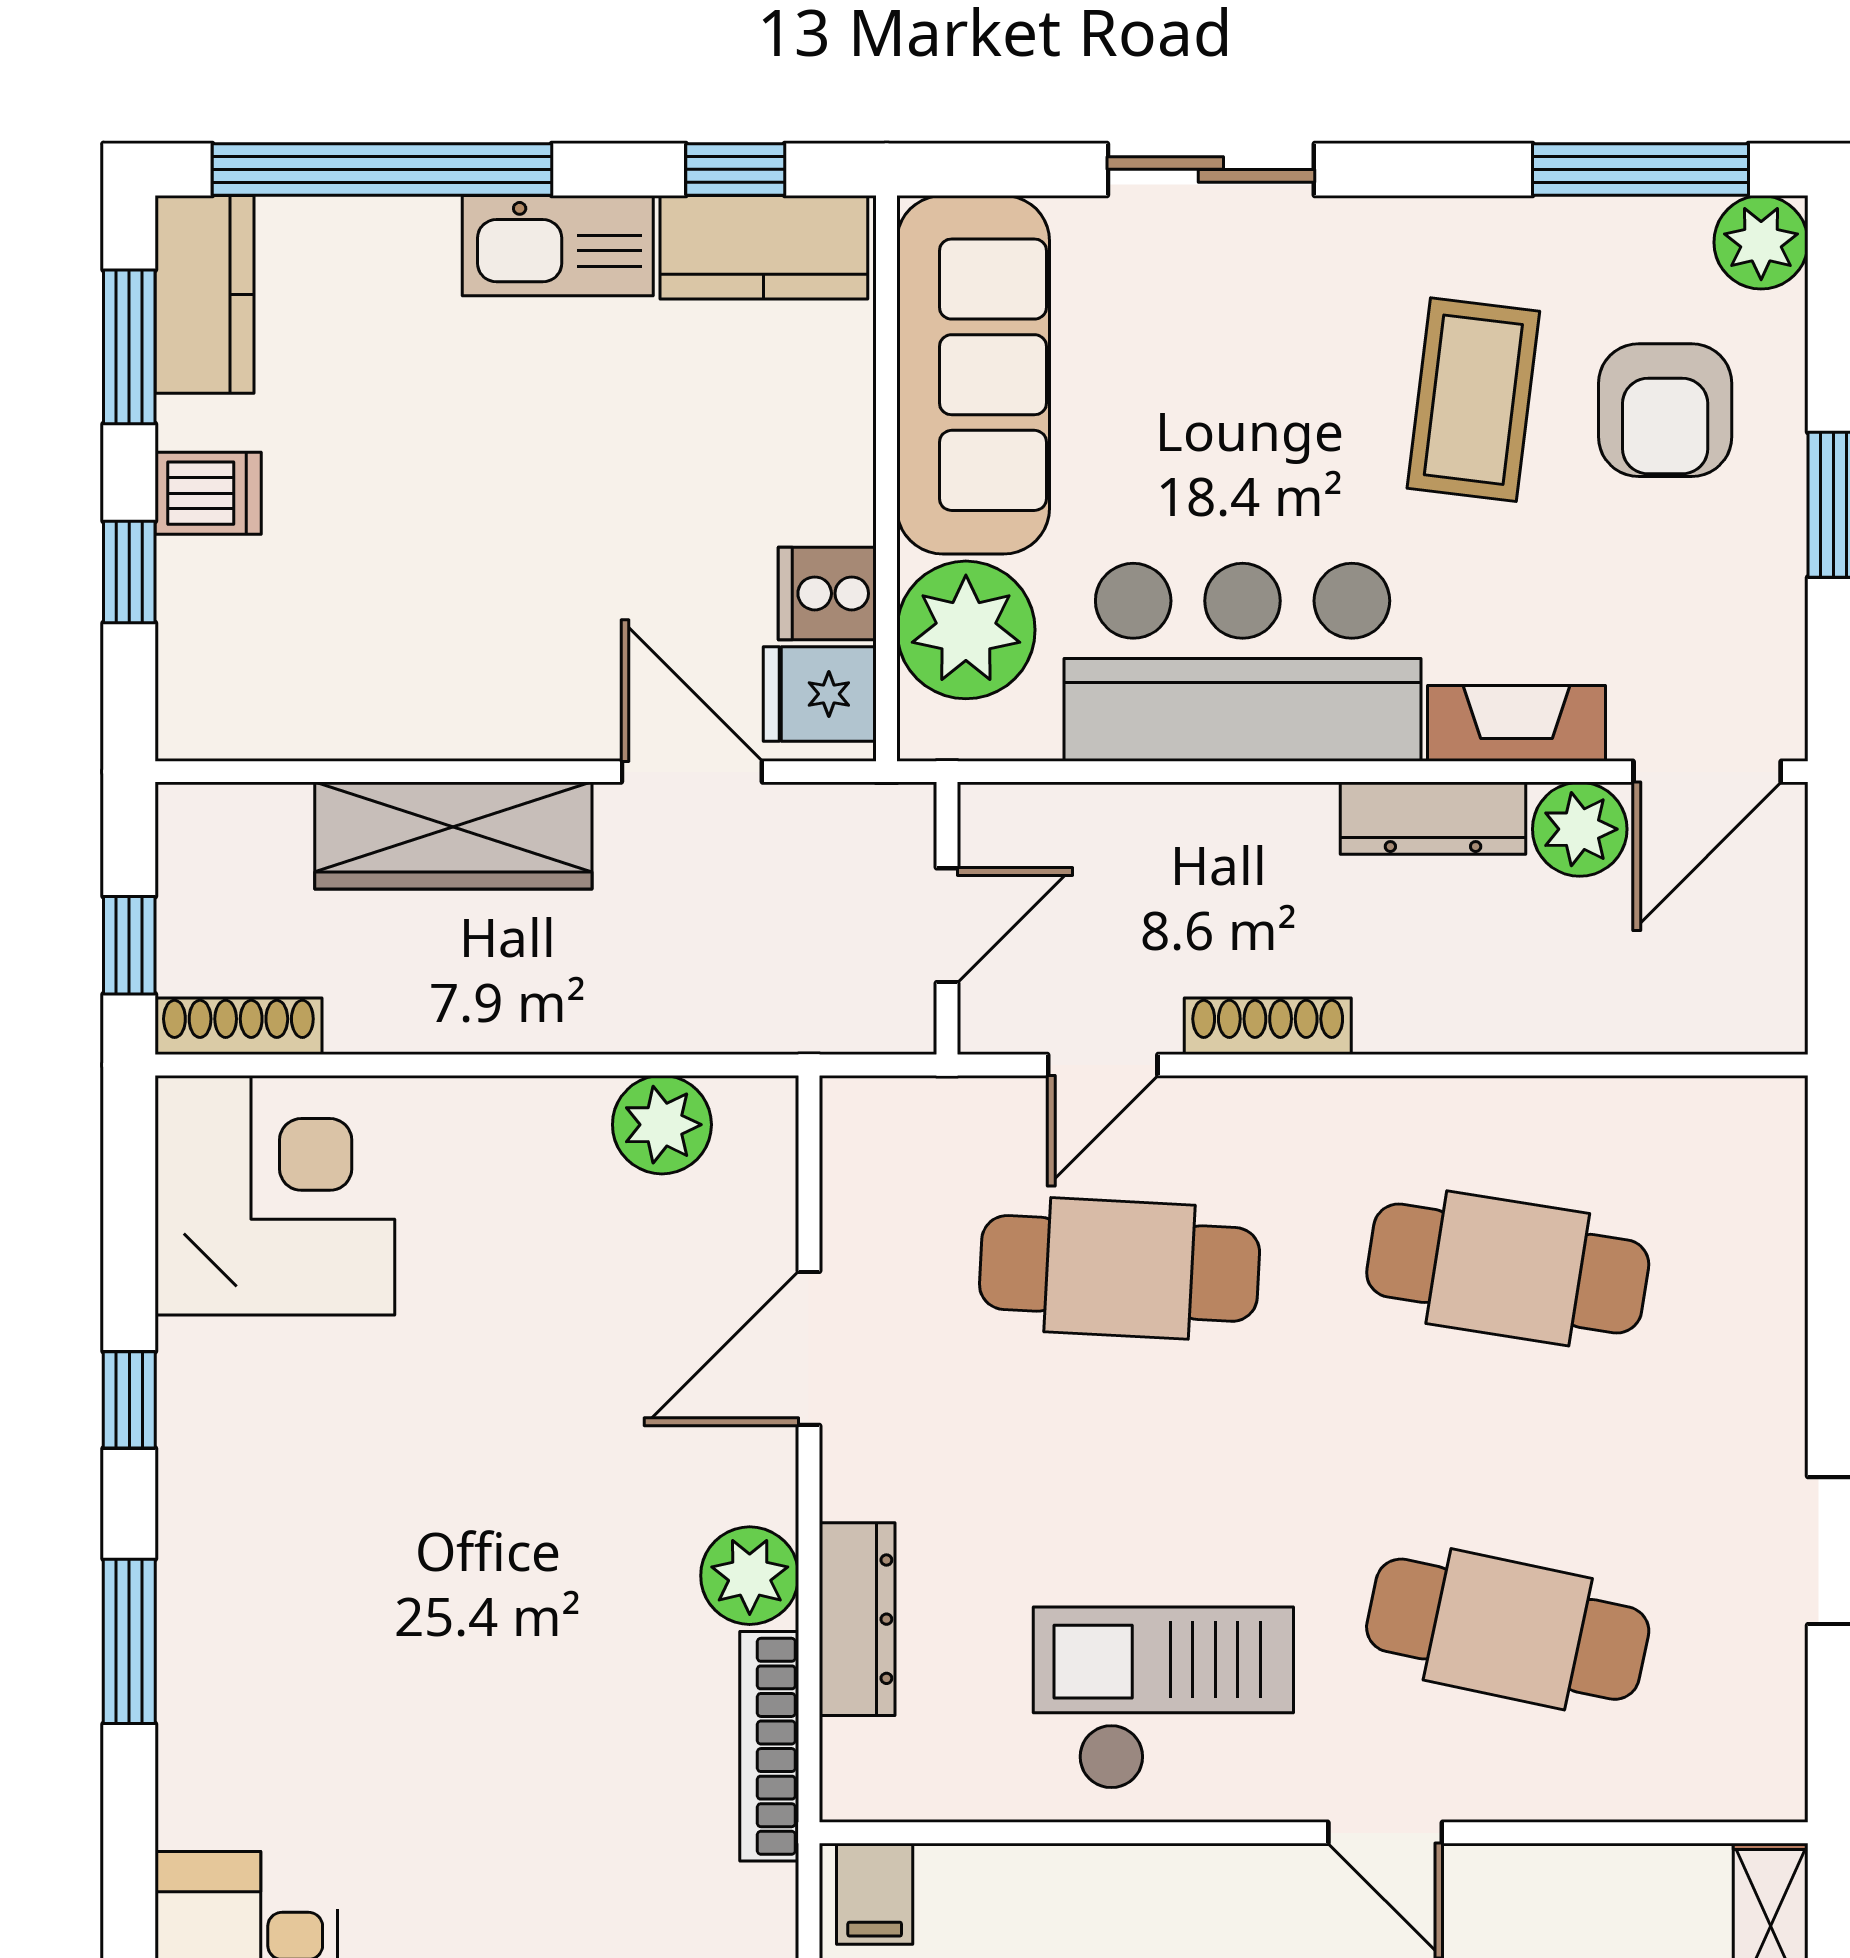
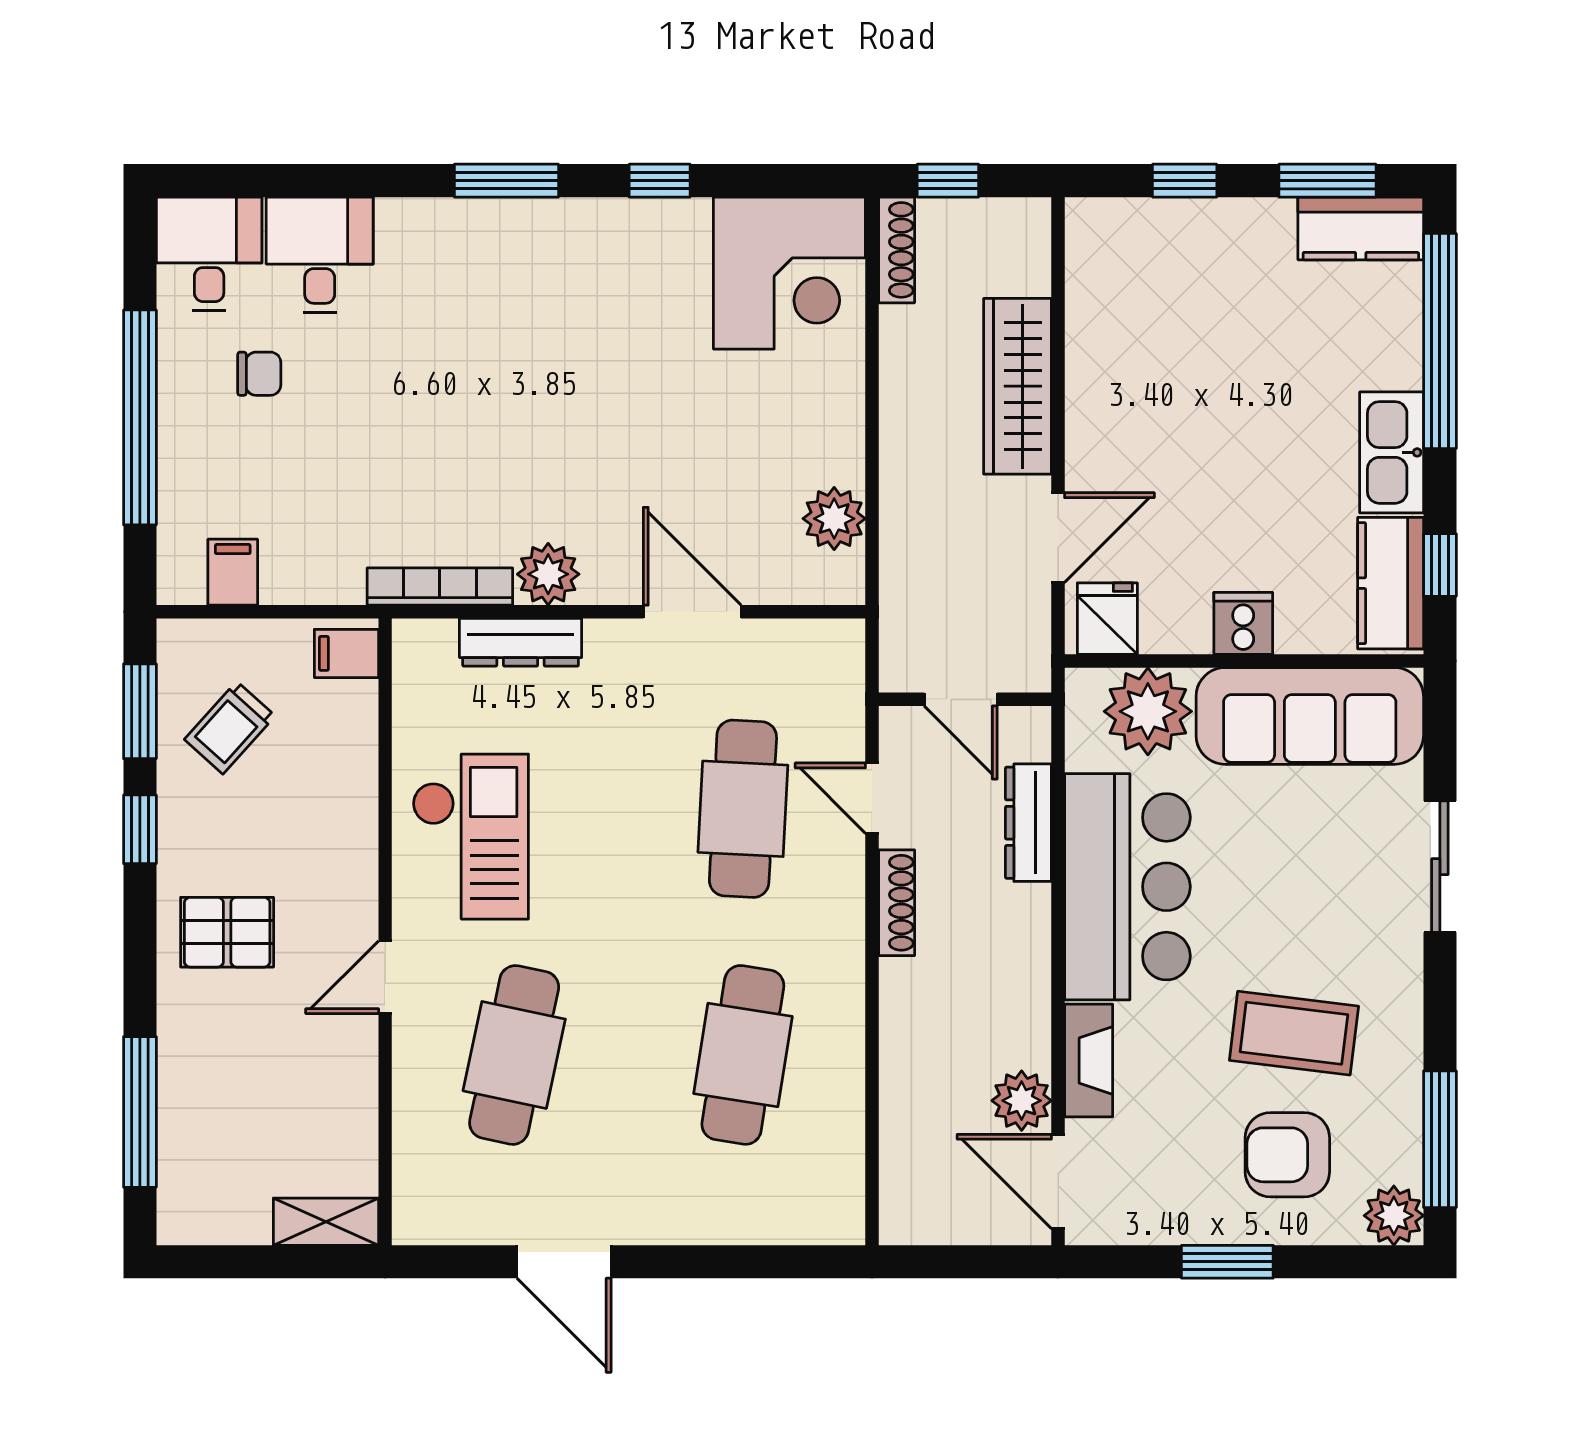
dishwasher: (208, 493) -> (1235, 231), removed
cooker: (827, 593) -> (1243, 623), moved
dresser: (1433, 818) -> (1028, 823), moved

